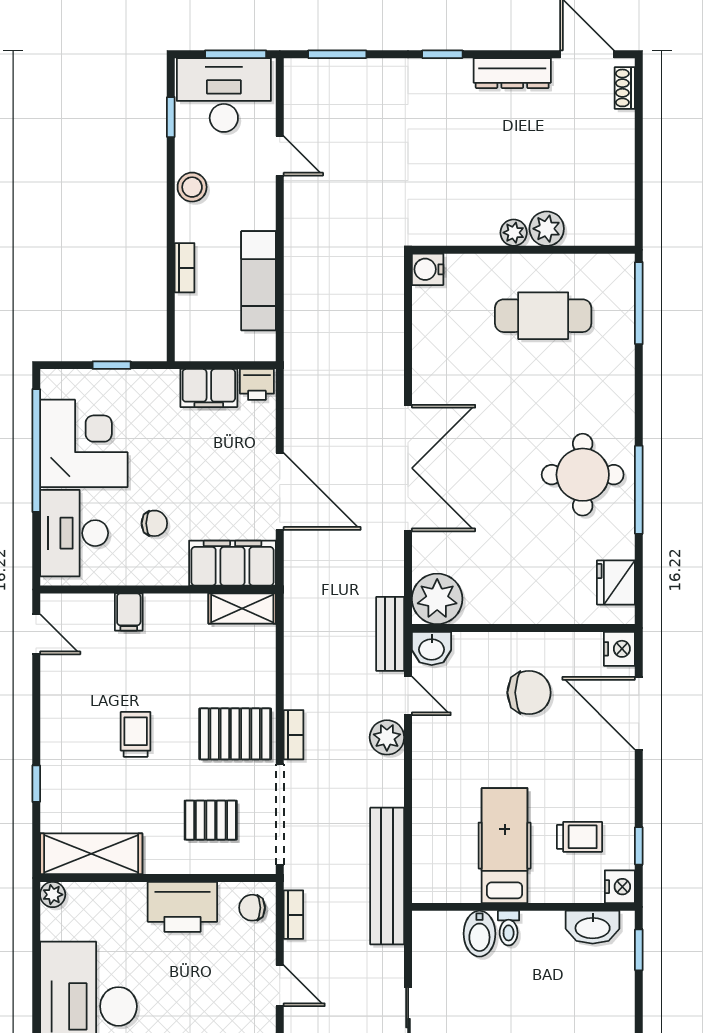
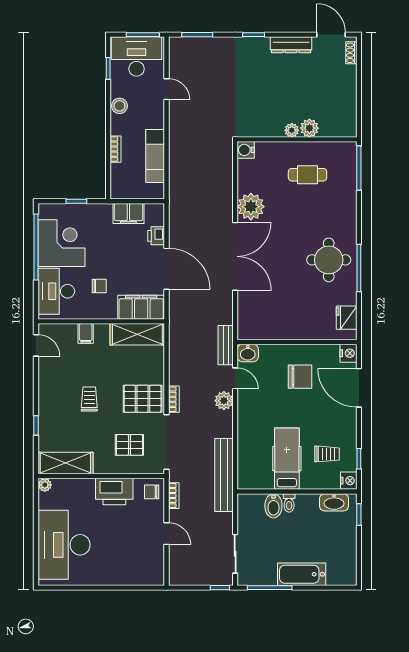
cafe table: (543, 316) -> (308, 175), width x0.73, depth x0.74
printer: (257, 384) -> (156, 236), moved, turned 90
plant: (437, 599) -> (251, 207), moved
shelving: (242, 609) -> (137, 334), width x1.50, depth x1.33

